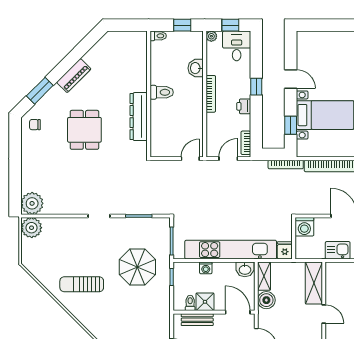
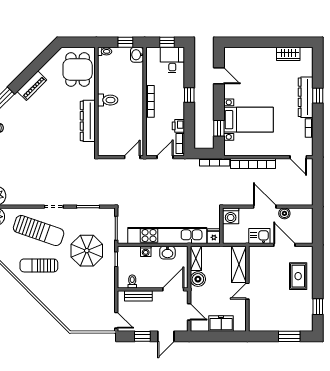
plant: (211, 36) -> (151, 52), removed
washbasin: (196, 68) -> (137, 55), moved
door: (291, 79) -> (219, 76), moved
printer: (244, 106) -> (178, 126), moved
dining table: (84, 130) -> (78, 70), moved
sun lounger: (81, 244) -> (39, 231), added
washbasin: (245, 269) -> (167, 253), moved
shower: (205, 302) -> (145, 281), removed
door: (238, 312) -> (173, 289), hinge flipped
door: (324, 314) -> (247, 291), swing flipped

